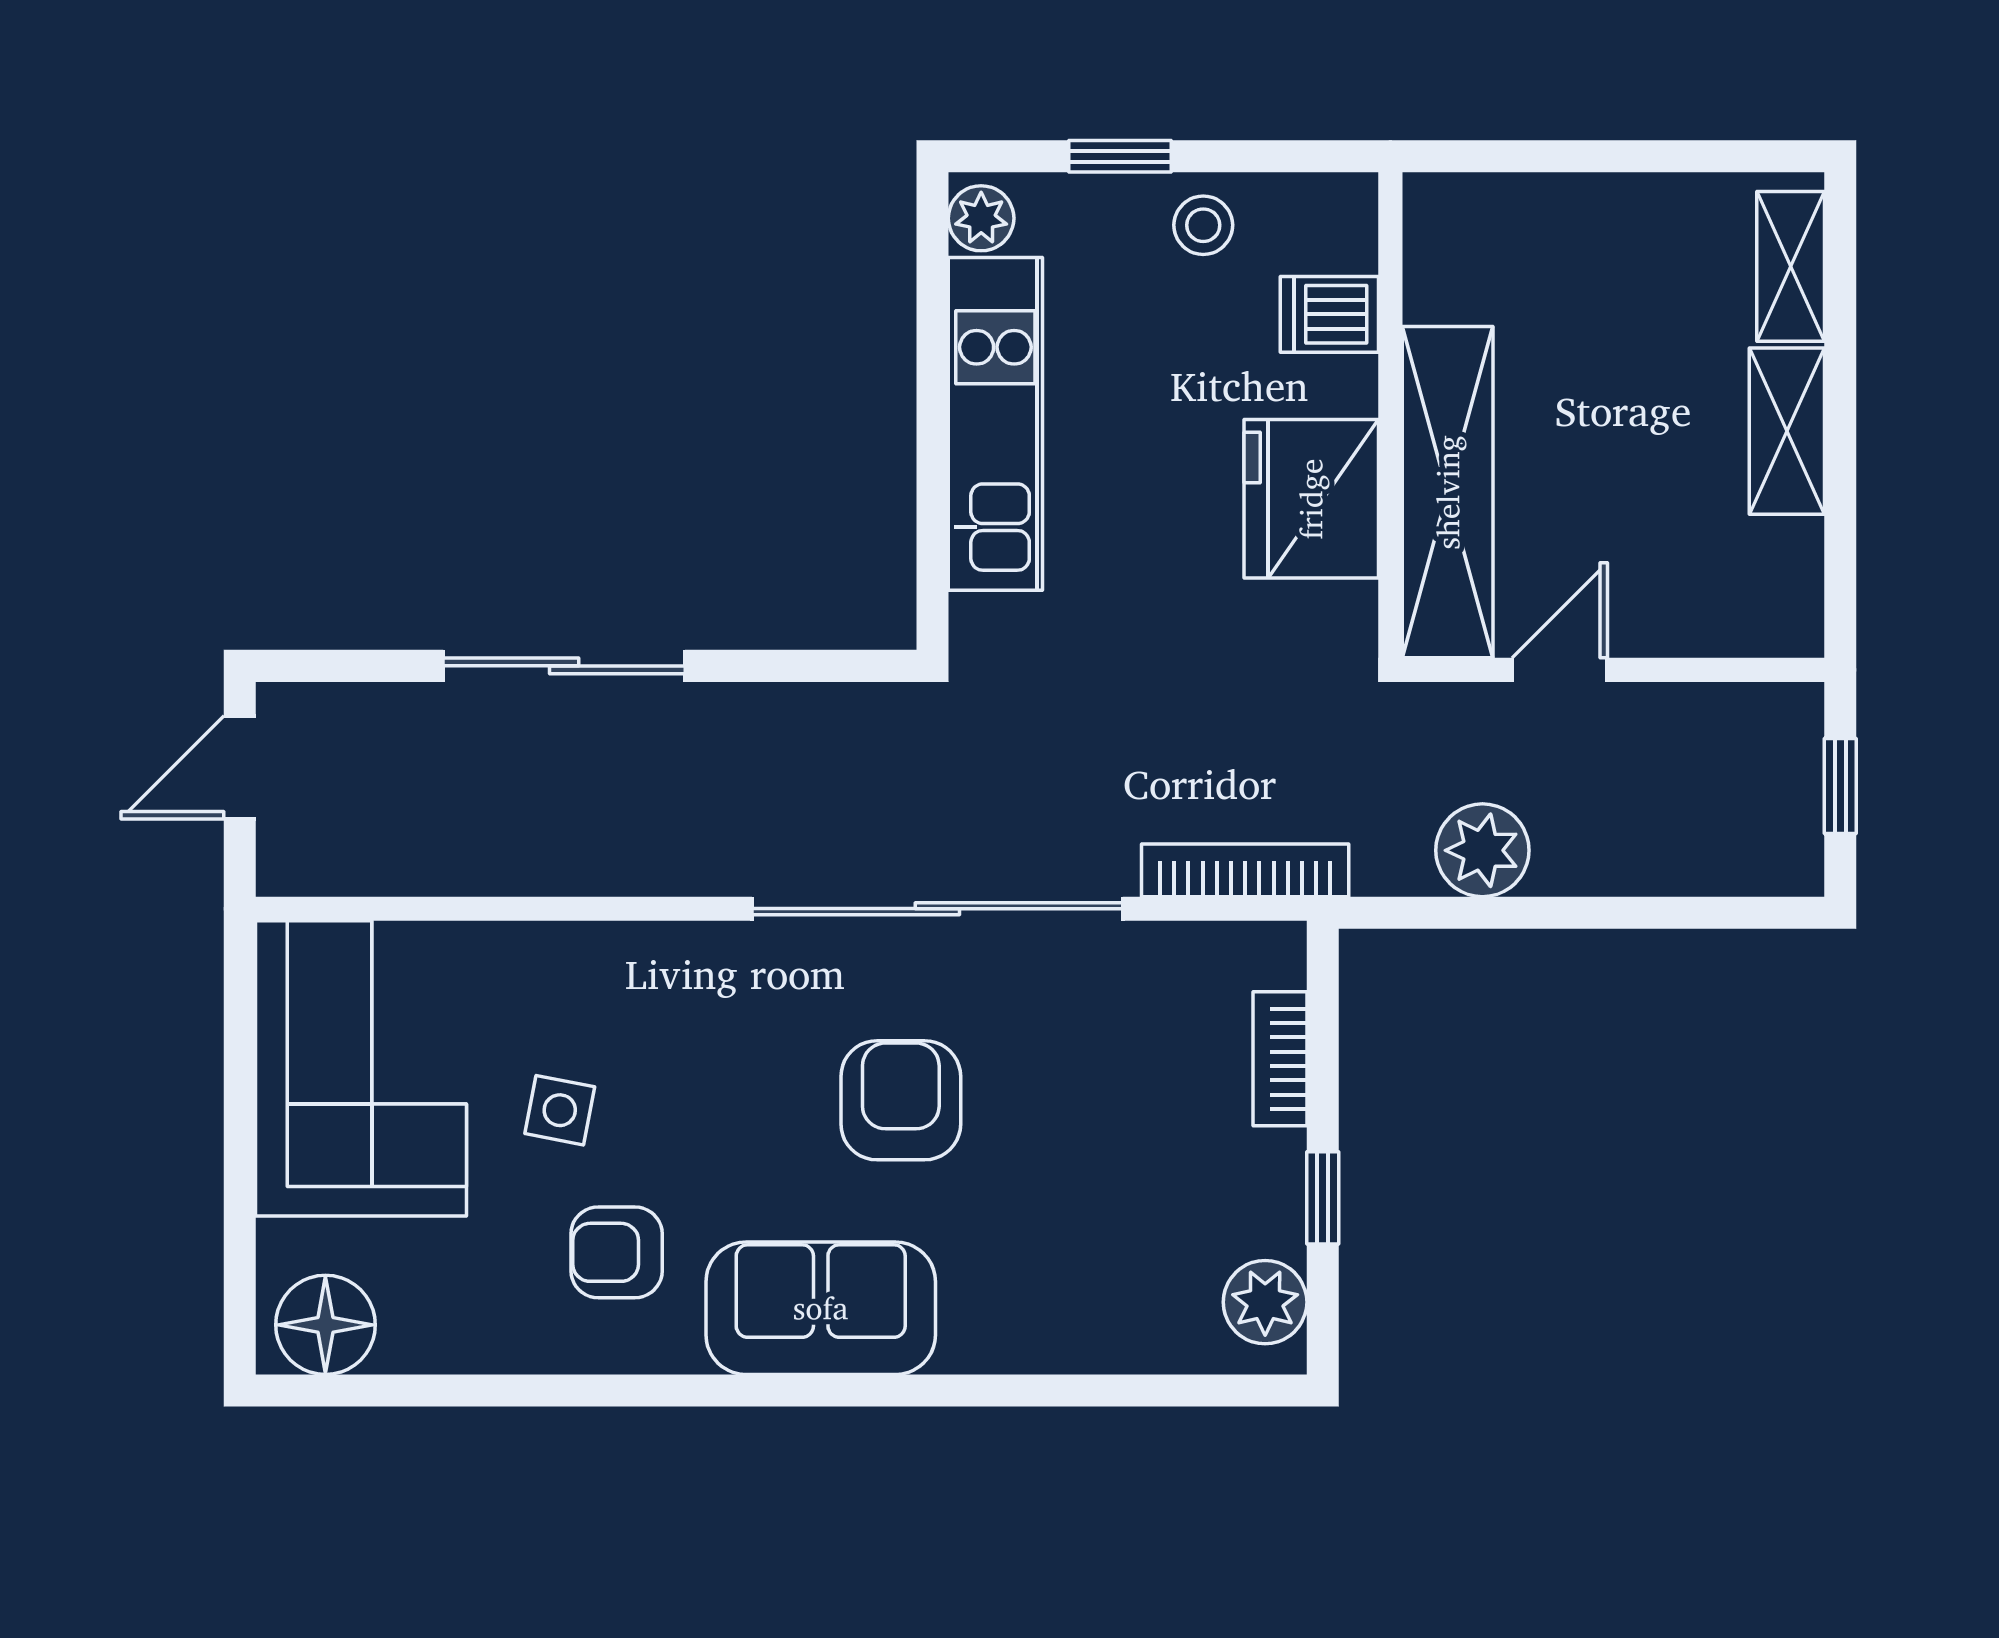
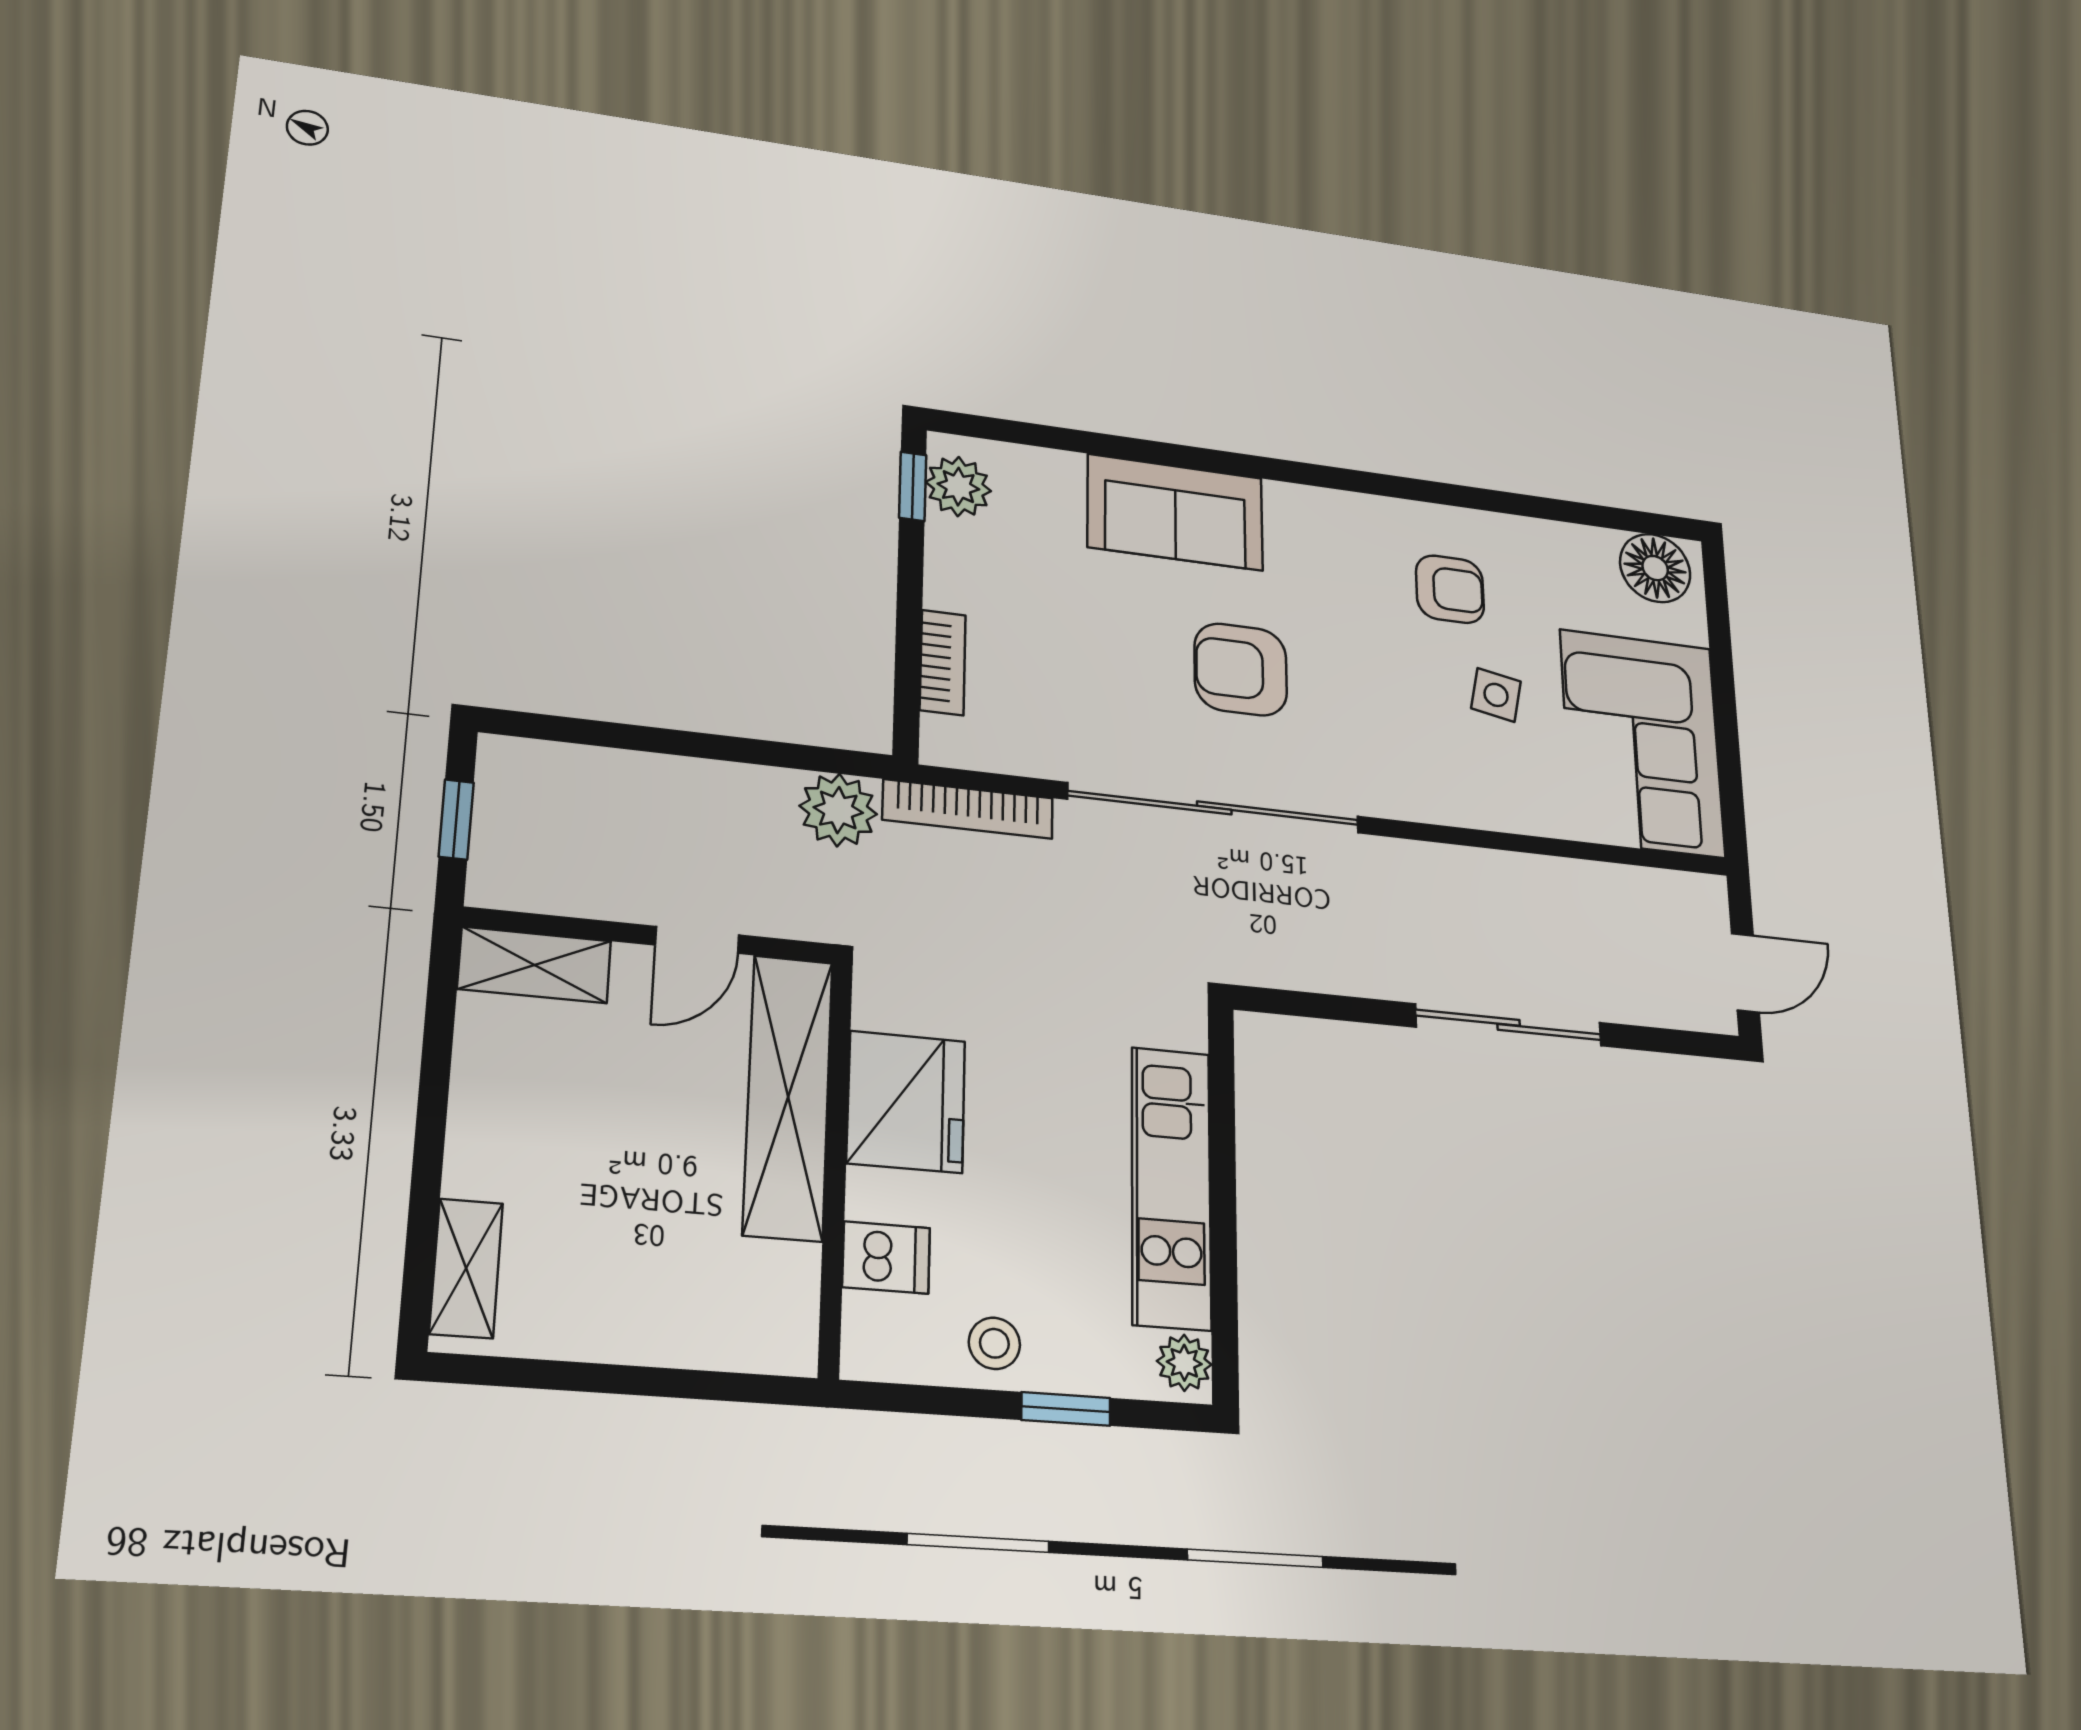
shelving: (1787, 431) -> (534, 965), moved, turned 90
plant: (1482, 850) -> (838, 810), moved
armchair: (901, 1100) -> (1241, 669), turned 90
window: (1323, 1198) -> (913, 486), moved
sofa: (821, 1308) -> (1175, 512), moved

